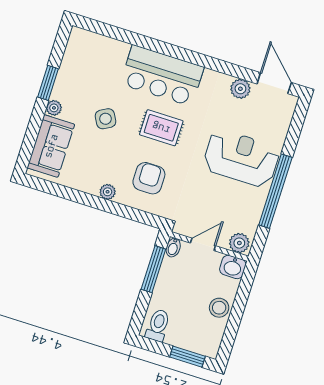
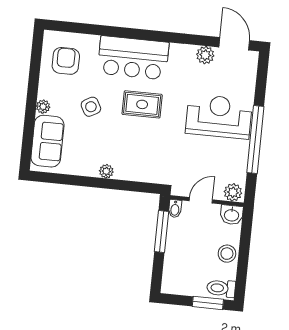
window: (48, 83) -> (33, 86), removed
armchair: (149, 178) -> (66, 61), moved
toilet: (158, 325) -> (221, 288), moved, turned -90

